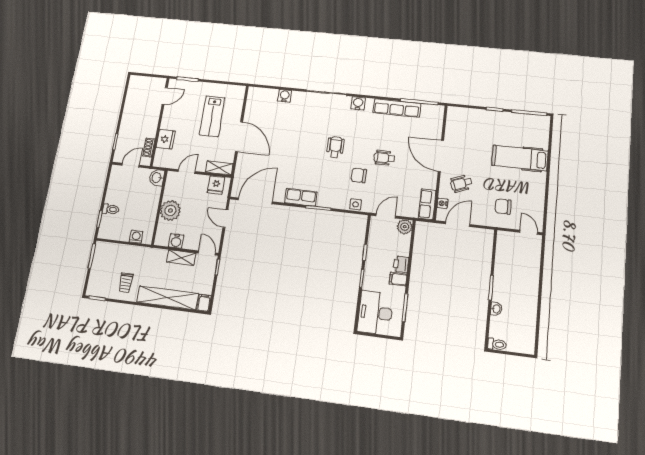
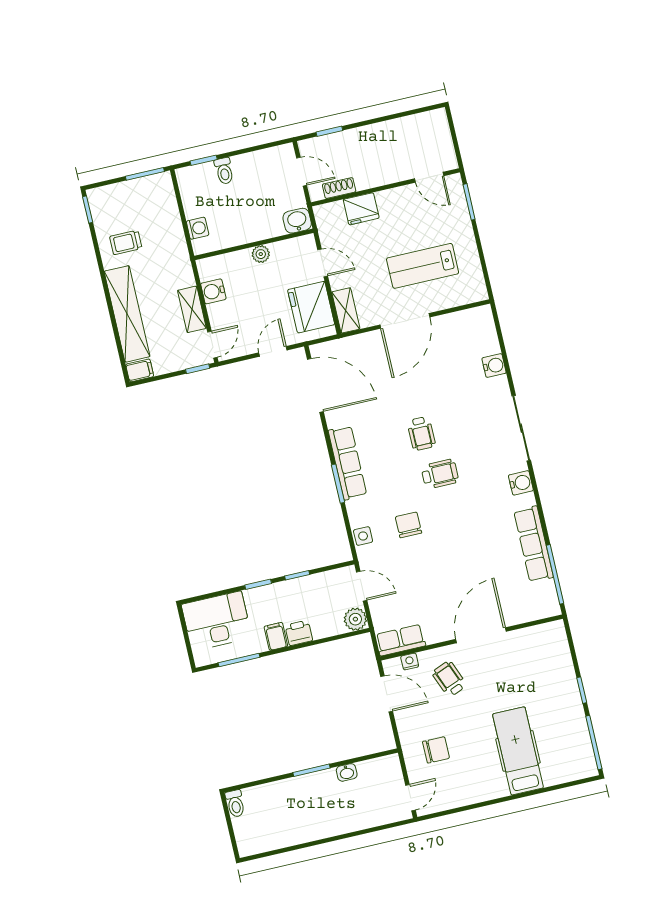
wheelchair: (384, 158) -> (421, 434), moved, turned 180
fridge: (216, 185) -> (311, 307), width x1.88, depth x1.34
row of seats: (301, 197) -> (347, 463), width x1.48
chair: (503, 206) -> (436, 750), turned 90
plant: (170, 211) -> (261, 254), width x0.53, depth x0.53
washbasin: (496, 309) -> (347, 772), moved

